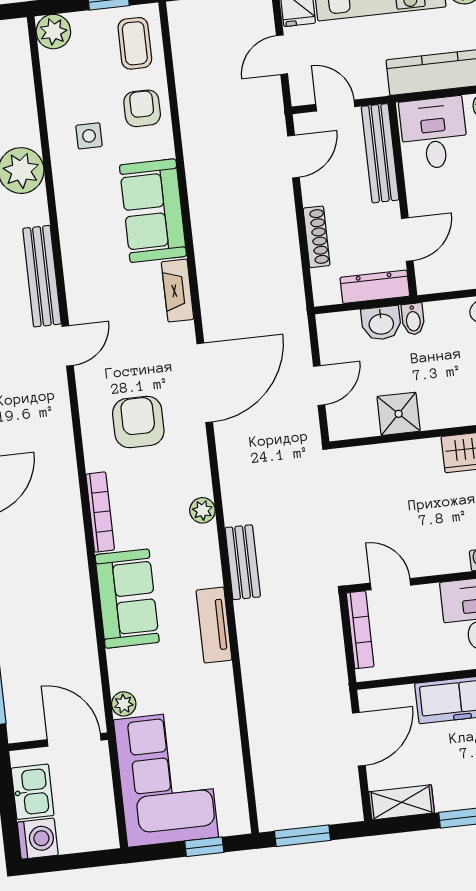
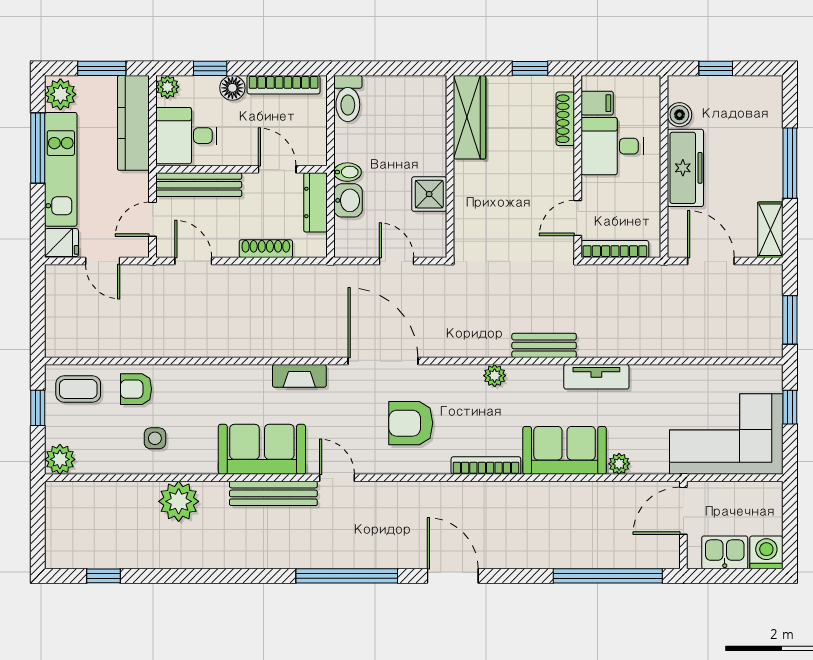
sofa: (153, 211) -> (262, 449), moved, turned 180
plant: (124, 704) -> (619, 464), moved

